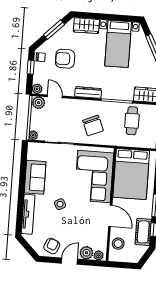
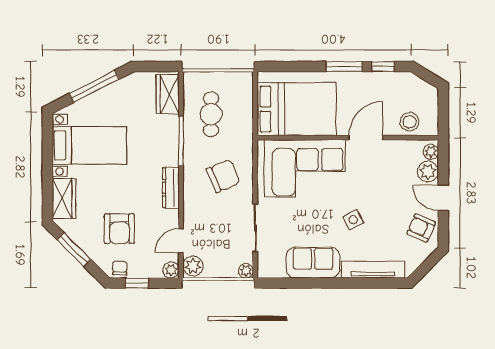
cafe table: (132, 121) -> (211, 114), turned 90
cot: (143, 232) -> (388, 83), removed

